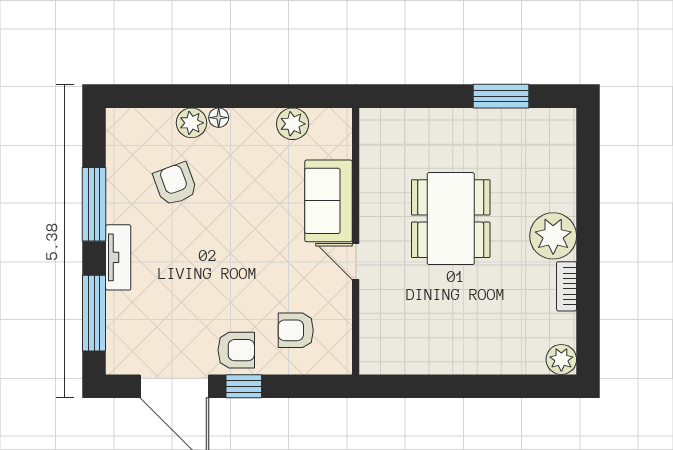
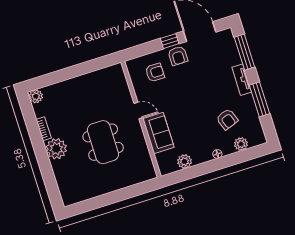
window: (501, 96) -> (98, 202), removed
plant: (192, 123) -> (241, 144), moved
armchair: (236, 350) -> (178, 56), turned -90

